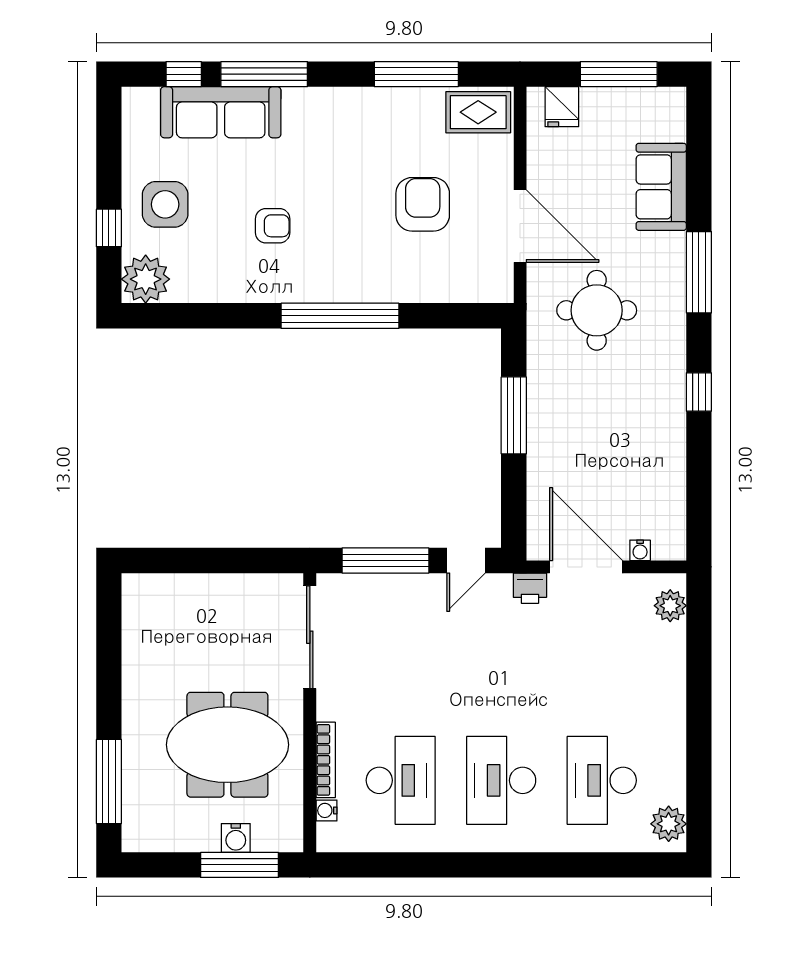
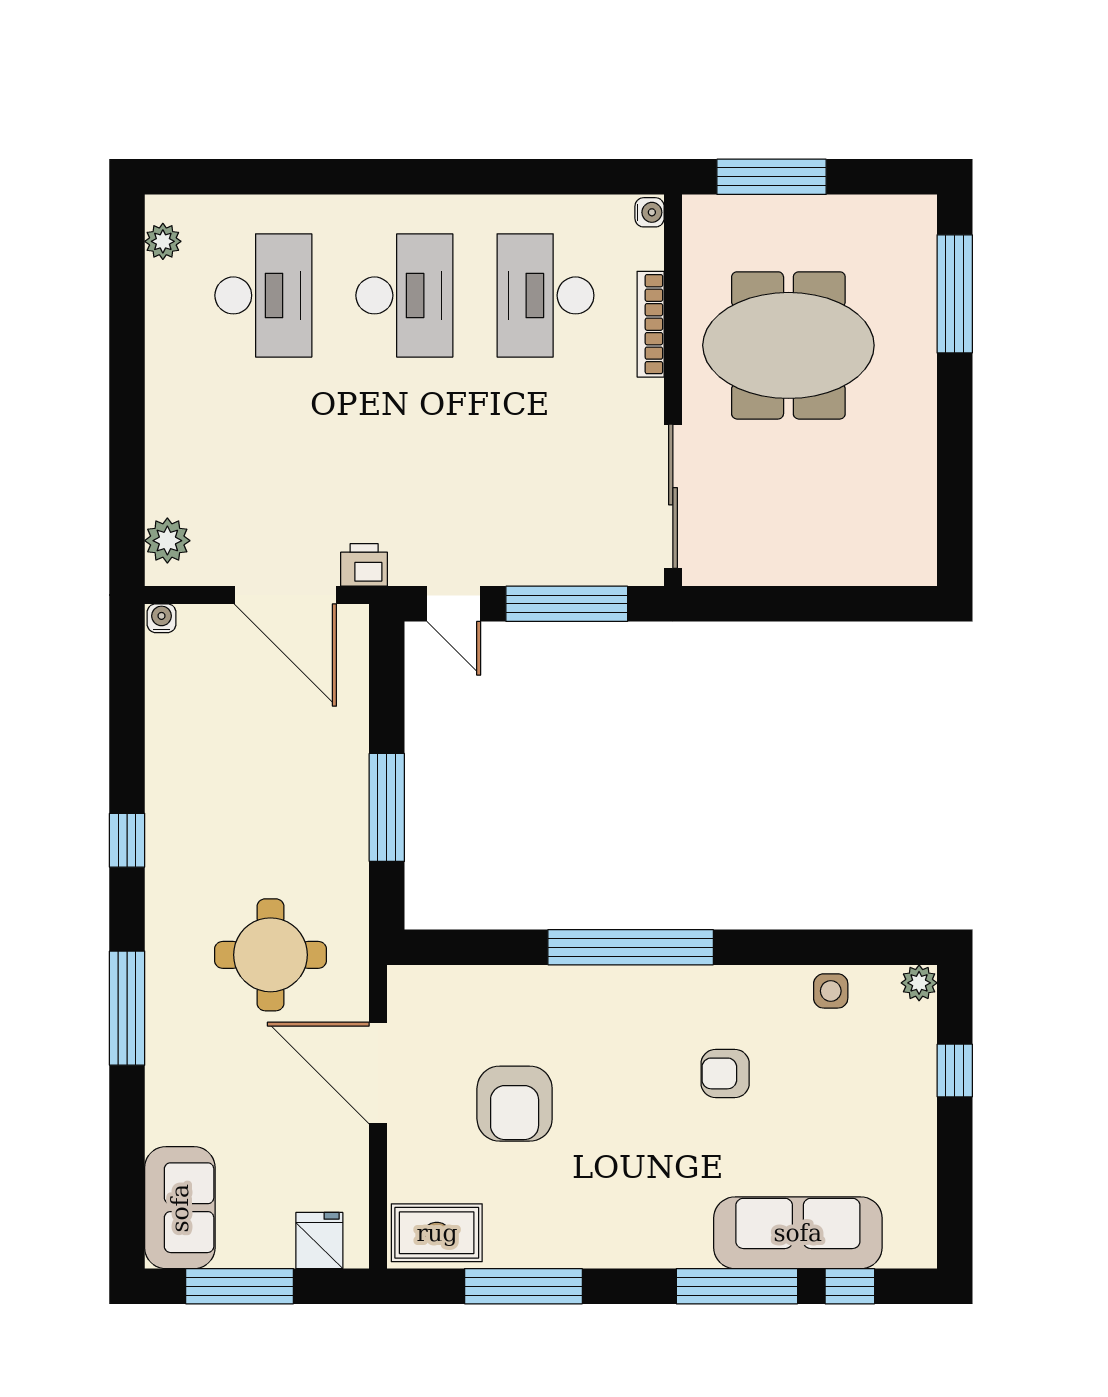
sofa: (661, 187) -> (180, 1208), moved
side table: (165, 204) -> (831, 991), moved, width x0.54, depth x0.54
plant: (146, 279) -> (919, 983), width x0.53, depth x0.53
water cooler: (640, 550) -> (162, 618), moved
door: (466, 561) -> (454, 604), swing flipped
water cooler: (326, 810) -> (650, 212), moved
plant: (669, 824) -> (163, 241), width x0.73, depth x0.73
water cooler: (236, 838) -> (777, 215), removed

